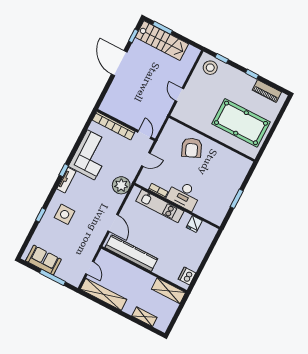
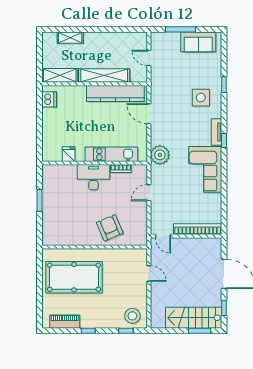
wall: (126, 125) -> (186, 236), moved
bookcase: (114, 126) -> (198, 229), moved
door: (144, 135) -> (163, 236), moved
shelving: (104, 294) -> (104, 76), moved

